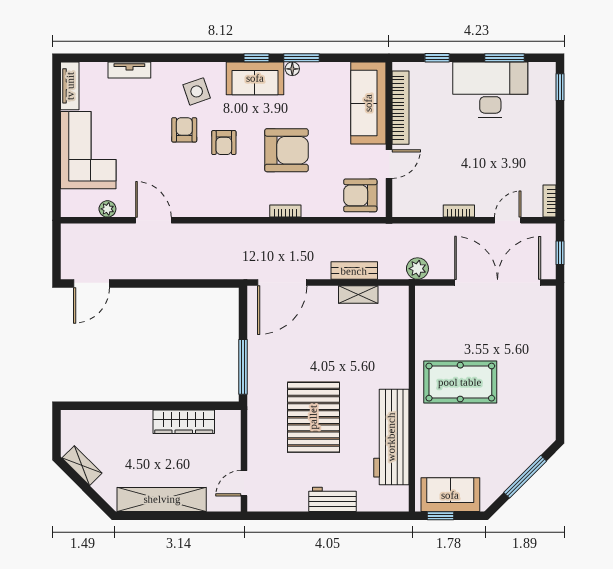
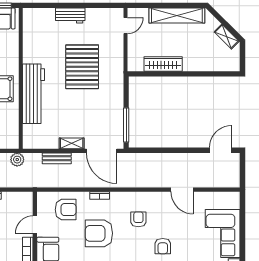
armchair: (224, 143) -> (138, 219), moved
armchair: (360, 195) -> (66, 210), moved
plant: (107, 209) -> (211, 197), removed
door: (282, 283) -> (102, 151), swing flipped
shelving: (358, 294) -> (72, 143), moved
window: (243, 367) -> (126, 125), moved
workbench: (391, 437) -> (34, 94), moved

